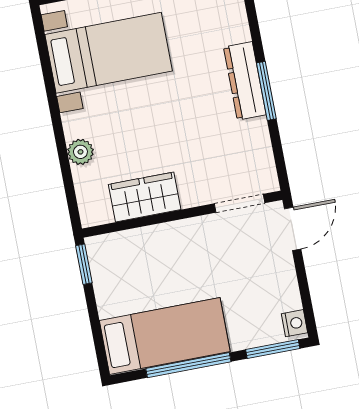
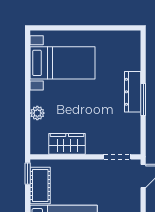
cot: (111, 281) -> (40, 186), added

